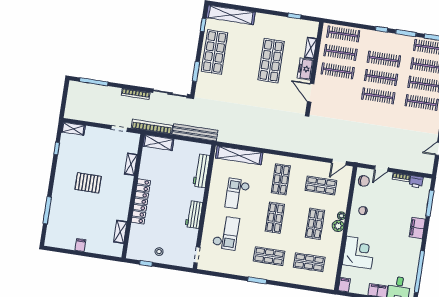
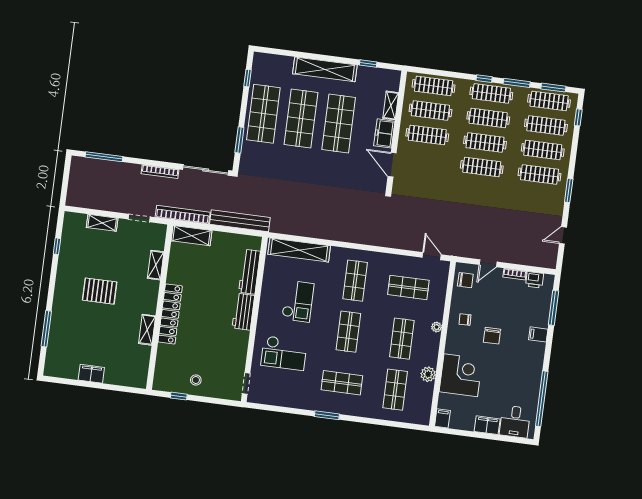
shelving: (231, 15) -> (325, 69), moved
clothes rail: (387, 41) -> (491, 93), added
shop shelf: (243, 56) -> (301, 119), added
shelving: (73, 129) -> (102, 223), moved
door: (339, 162) -> (432, 256), swing flipped
checkout: (237, 194) -> (298, 301), turned 180
workbench: (194, 215) -> (243, 312), moved
chair: (383, 223) -> (492, 336), added
plant: (338, 226) -> (428, 374), moved
filing cabinet: (417, 228) -> (538, 334), width x0.50
shelving: (120, 232) -> (147, 330), moved
checkout: (226, 233) -> (284, 353), turned 90
filing cabinet: (80, 245) -> (91, 374), width x2.00
shop shelf: (309, 262) -> (395, 390), turned 90

